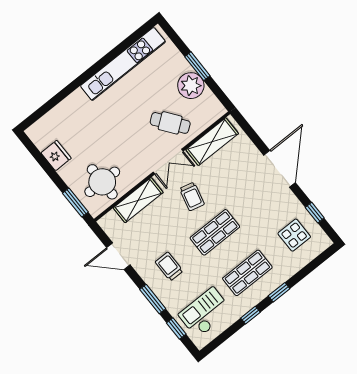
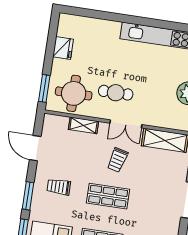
cafe table: (170, 123) -> (116, 93), moved, turned -53
shelving: (138, 200) -> (83, 125), width x0.67, depth x0.75
trolley: (169, 266) -> (59, 187), turned -90

